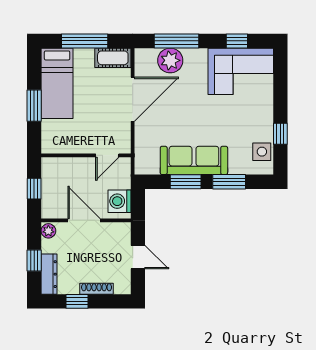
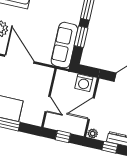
door: (107, 155) -> (48, 104), moved
sofa: (194, 160) -> (64, 45), moved

